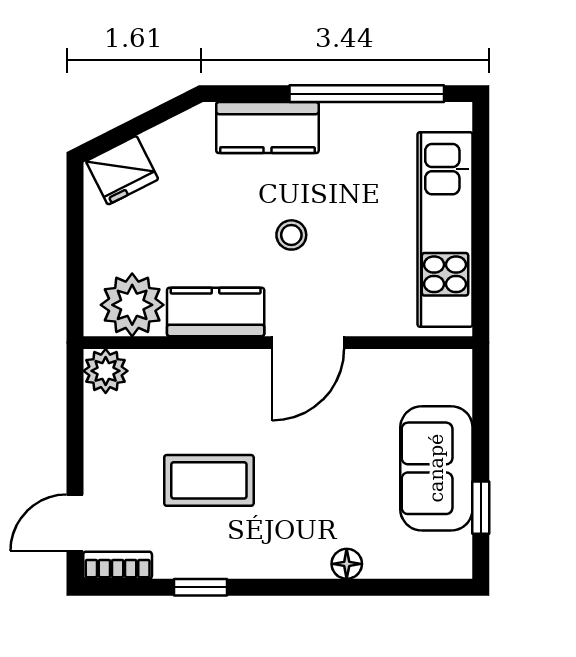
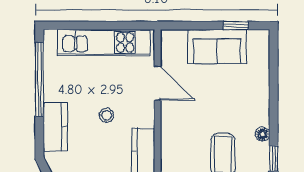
door: (308, 343) -> (158, 83), moved
floor lamp: (347, 564) -> (262, 134), moved

